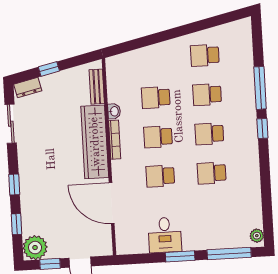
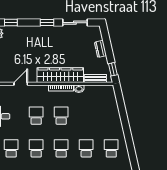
window: (49, 69) -> (113, 69), moved
dresser: (28, 88) -> (100, 49), moved
school desk: (156, 98) -> (11, 148), moved
window: (14, 185) -> (47, 23), moved
door: (112, 203) -> (21, 84), width x0.53

